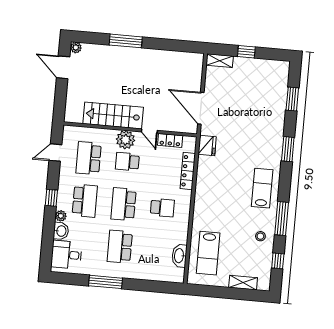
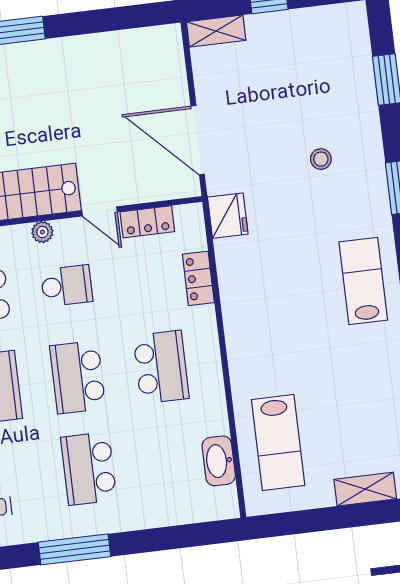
plant: (125, 140) -> (42, 232), width x0.53, depth x0.53
school desk: (127, 162) -> (67, 286), turned 180
locker: (188, 171) -> (198, 278), width x0.66
school desk: (162, 208) -> (161, 367), width x1.85
stool: (260, 236) -> (321, 159), moved

